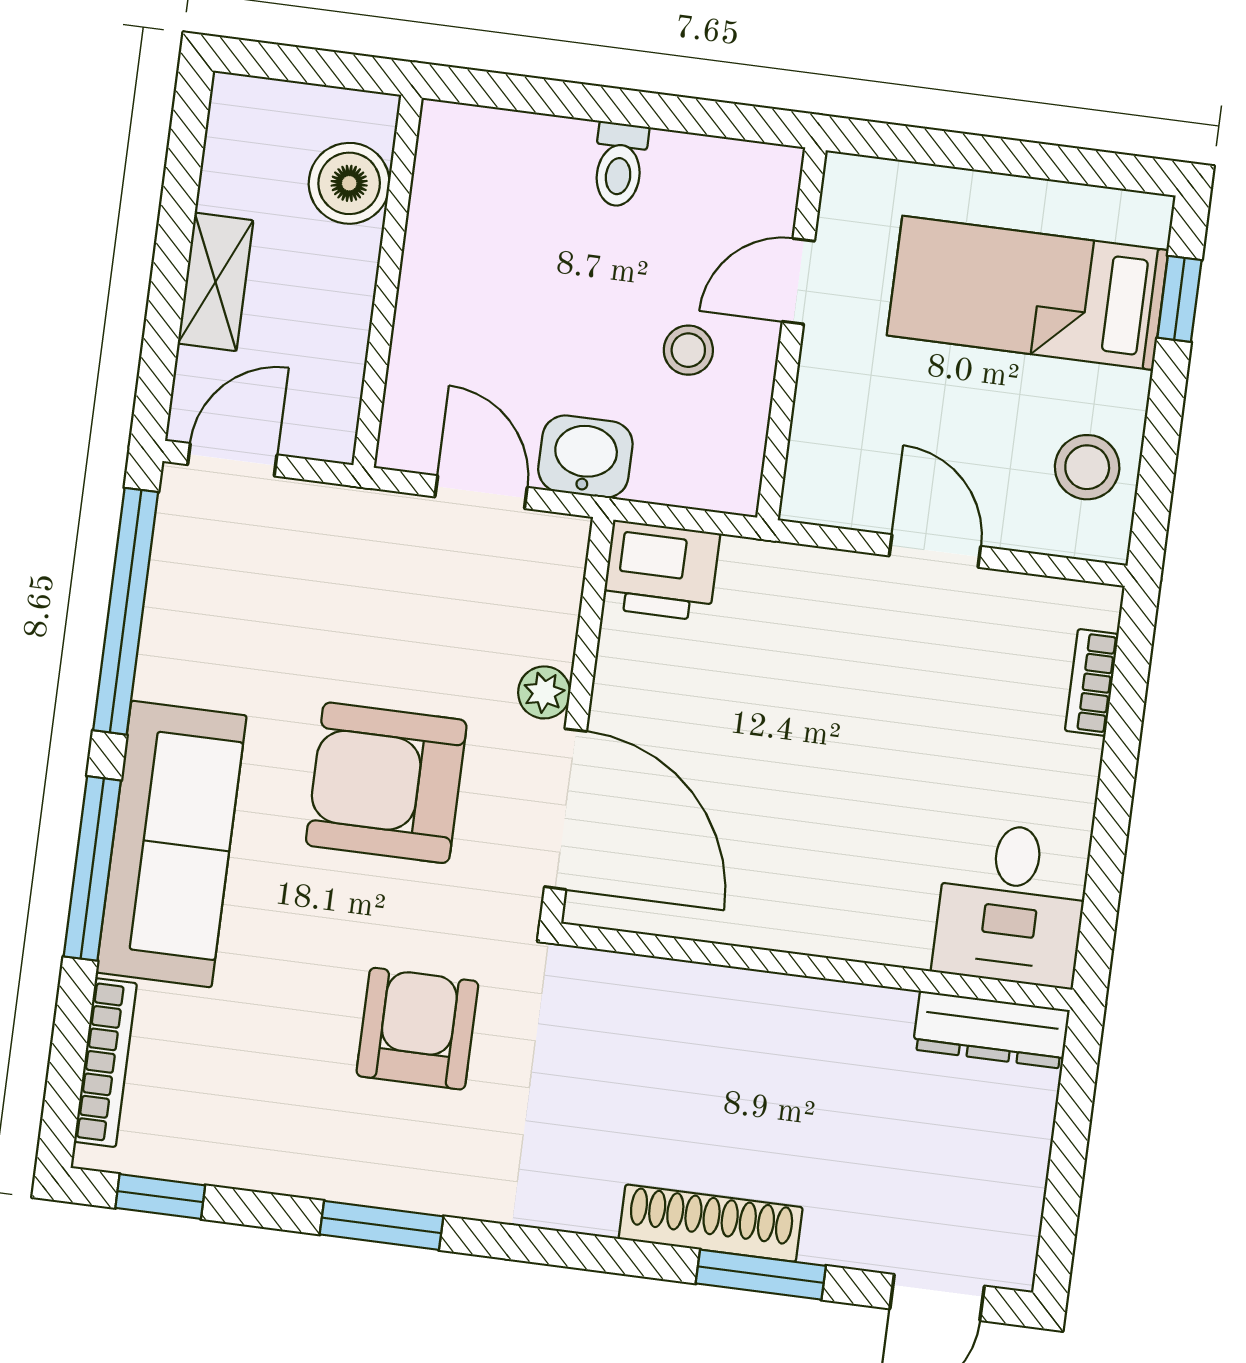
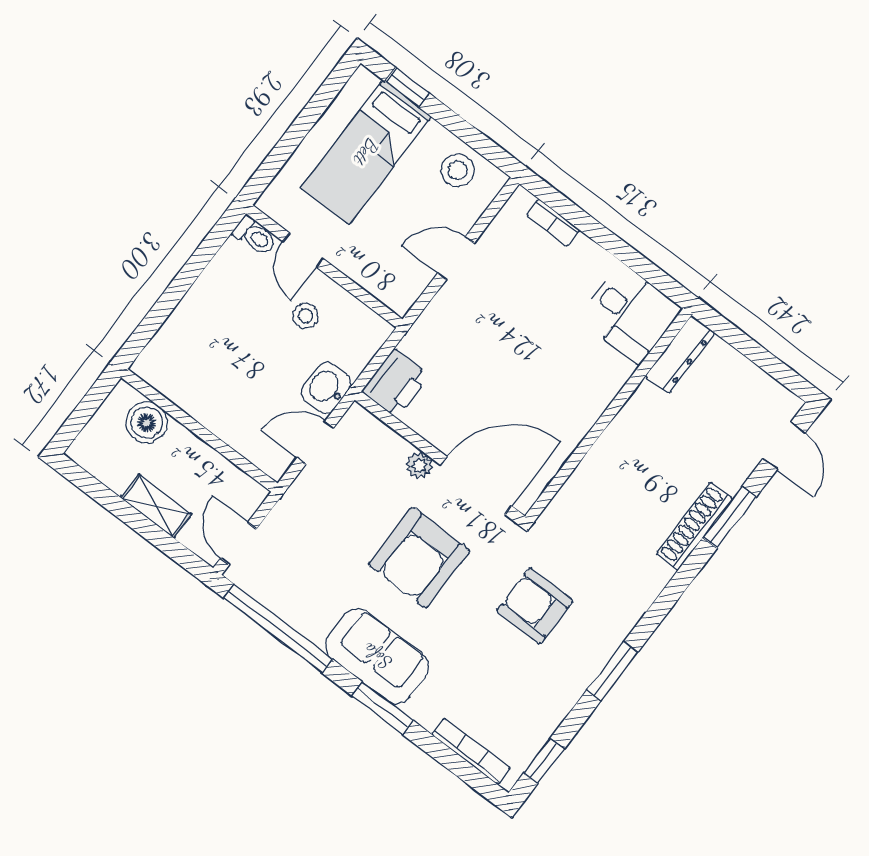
toilet: (619, 165) -> (255, 236), moved
sofa: (171, 844) -> (377, 656), width x0.73
window: (92, 868) -> (383, 708), width x0.69

